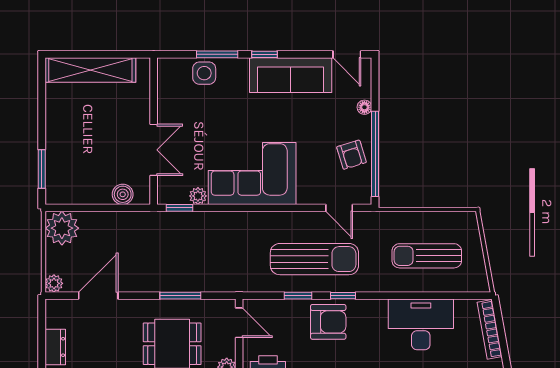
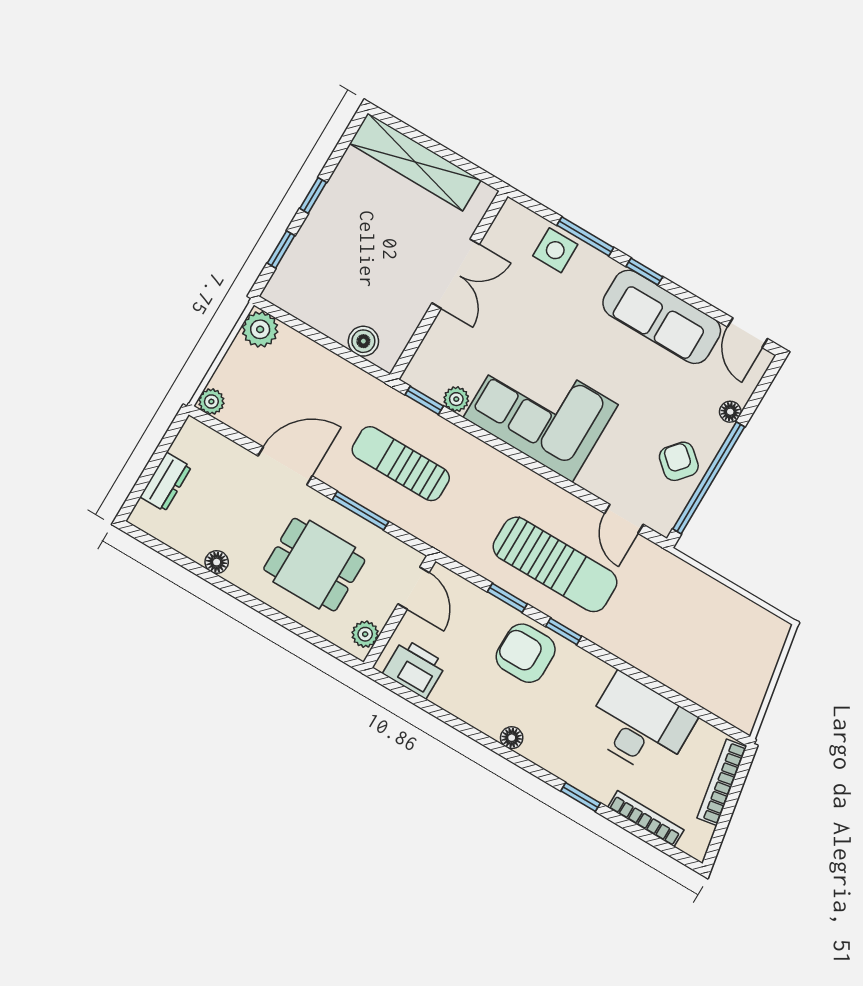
window: (42, 126) -> (313, 195), added
double door: (154, 150) -> (456, 274), moved
armchair: (351, 155) -> (679, 461), turned 148
window: (42, 169) -> (281, 249), width x0.67
plant: (62, 228) -> (260, 329), width x0.73, depth x0.73
sun lounger: (427, 256) -> (401, 464), moved
door: (98, 296) -> (285, 466), moved
armchair: (328, 322) -> (526, 653), turned 180

